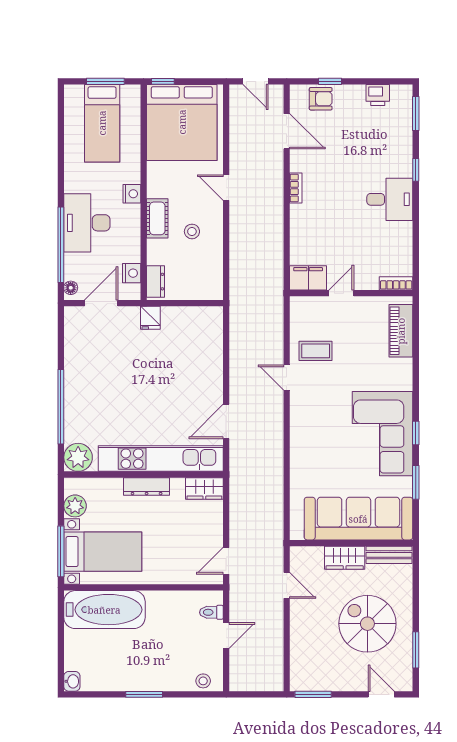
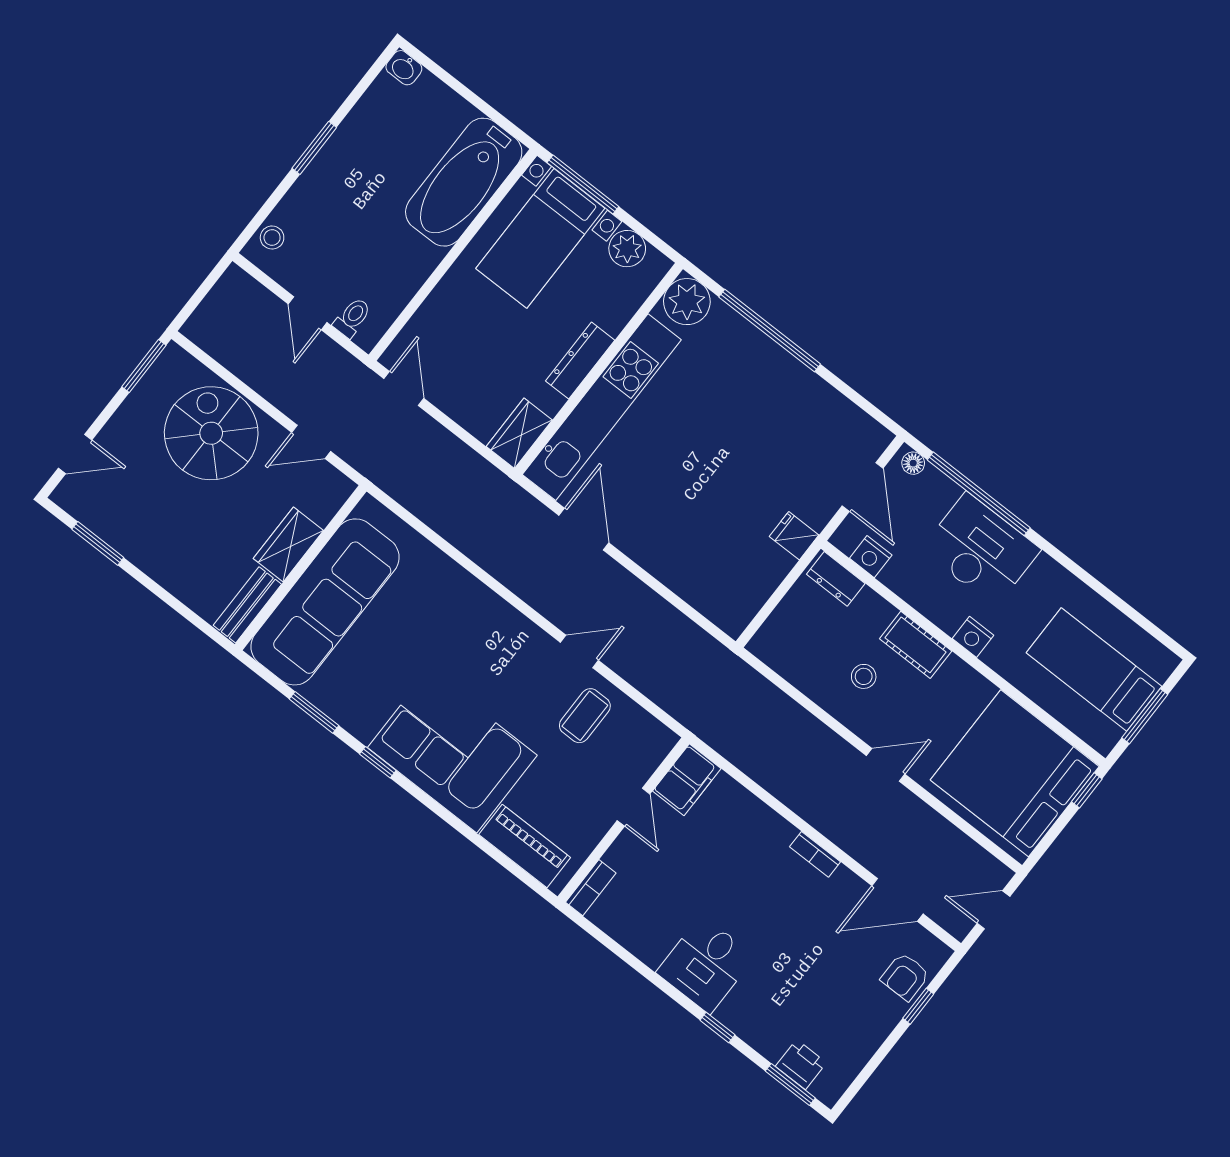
printer: (378, 95) -> (801, 1064), moved, turned 90
corner sofa: (383, 434) -> (452, 751), moved
spiral stairs: (367, 624) -> (211, 433), moved, turned -90

